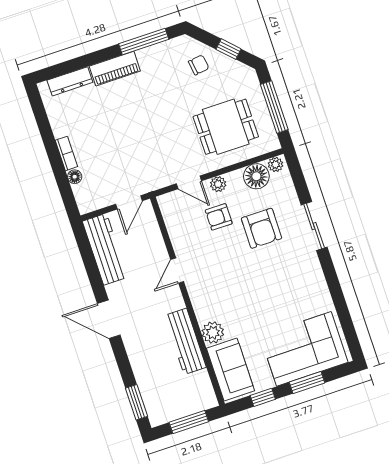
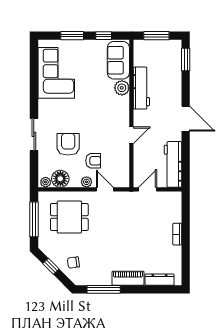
floor lamp: (75, 177) -> (177, 217), removed
corner sofa: (304, 349) -> (56, 73), moved, turned -90

